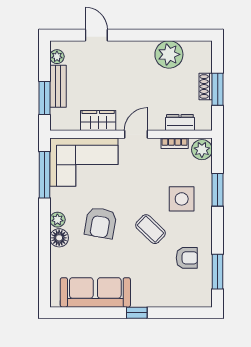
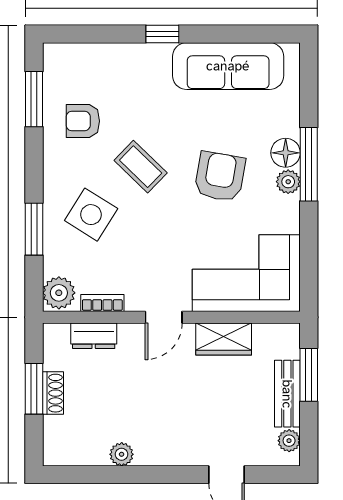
plant: (169, 54) -> (122, 454), width x0.53, depth x0.53
window: (45, 175) -> (309, 164), moved
side table: (182, 199) -> (91, 215), turned 32

